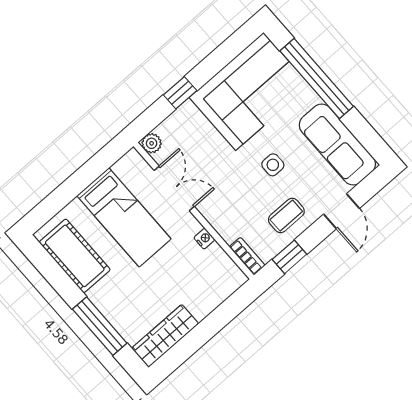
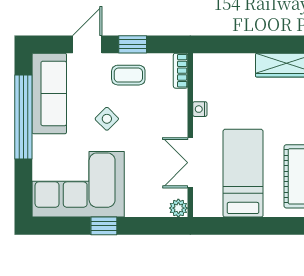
window: (317, 79) -> (23, 117), moved
window: (180, 93) -> (104, 226), moved
side table: (273, 165) -> (107, 119), turned 45
window: (289, 257) -> (133, 44), moved

